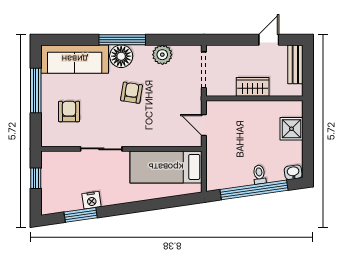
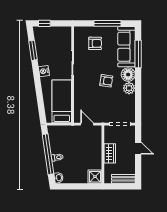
window: (122, 40) -> (138, 54), moved
door: (269, 40) -> (138, 148), moved
plant: (162, 55) -> (129, 88), moved
door: (204, 125) -> (87, 124), hinge flipped
shower: (292, 129) -> (95, 177), moved
window: (36, 178) -> (44, 23), moved
nightstand: (92, 200) -> (44, 71), moved

